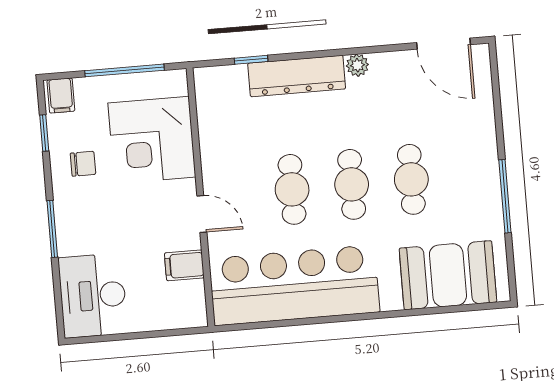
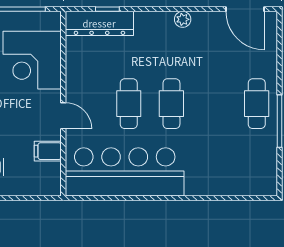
dresser: (297, 76) -> (99, 23), moved
cafe table: (411, 179) -> (257, 104), moved
booth: (448, 275) -> (234, 174), removed

